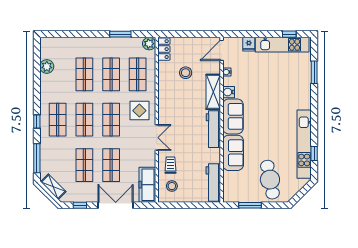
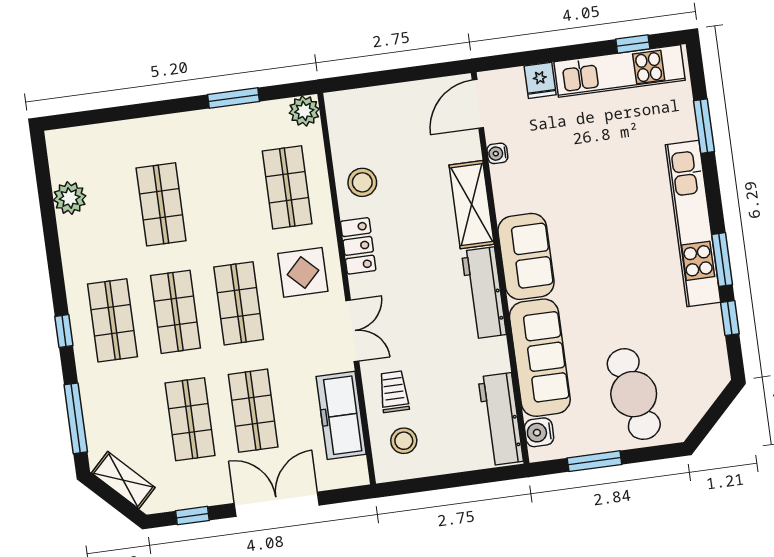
locker: (164, 49) -> (358, 246), moved
stool: (186, 73) -> (362, 182), moved
shop shelf: (111, 74) -> (224, 196), removed
water cooler: (229, 92) -> (539, 432), moved
window: (314, 129) -> (722, 260), added
kitchen unit: (304, 144) -> (693, 223), moved
sofa: (233, 153) -> (540, 358), width x1.36
freezer: (147, 185) -> (341, 415), moved

